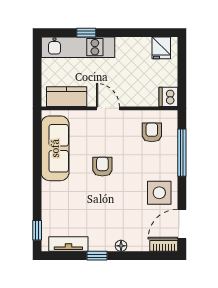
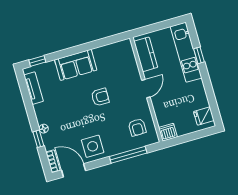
armchair: (152, 132) -> (137, 127), turned 90
sofa: (55, 148) -> (76, 65), moved, width x0.73
window: (97, 256) -> (38, 139), moved

